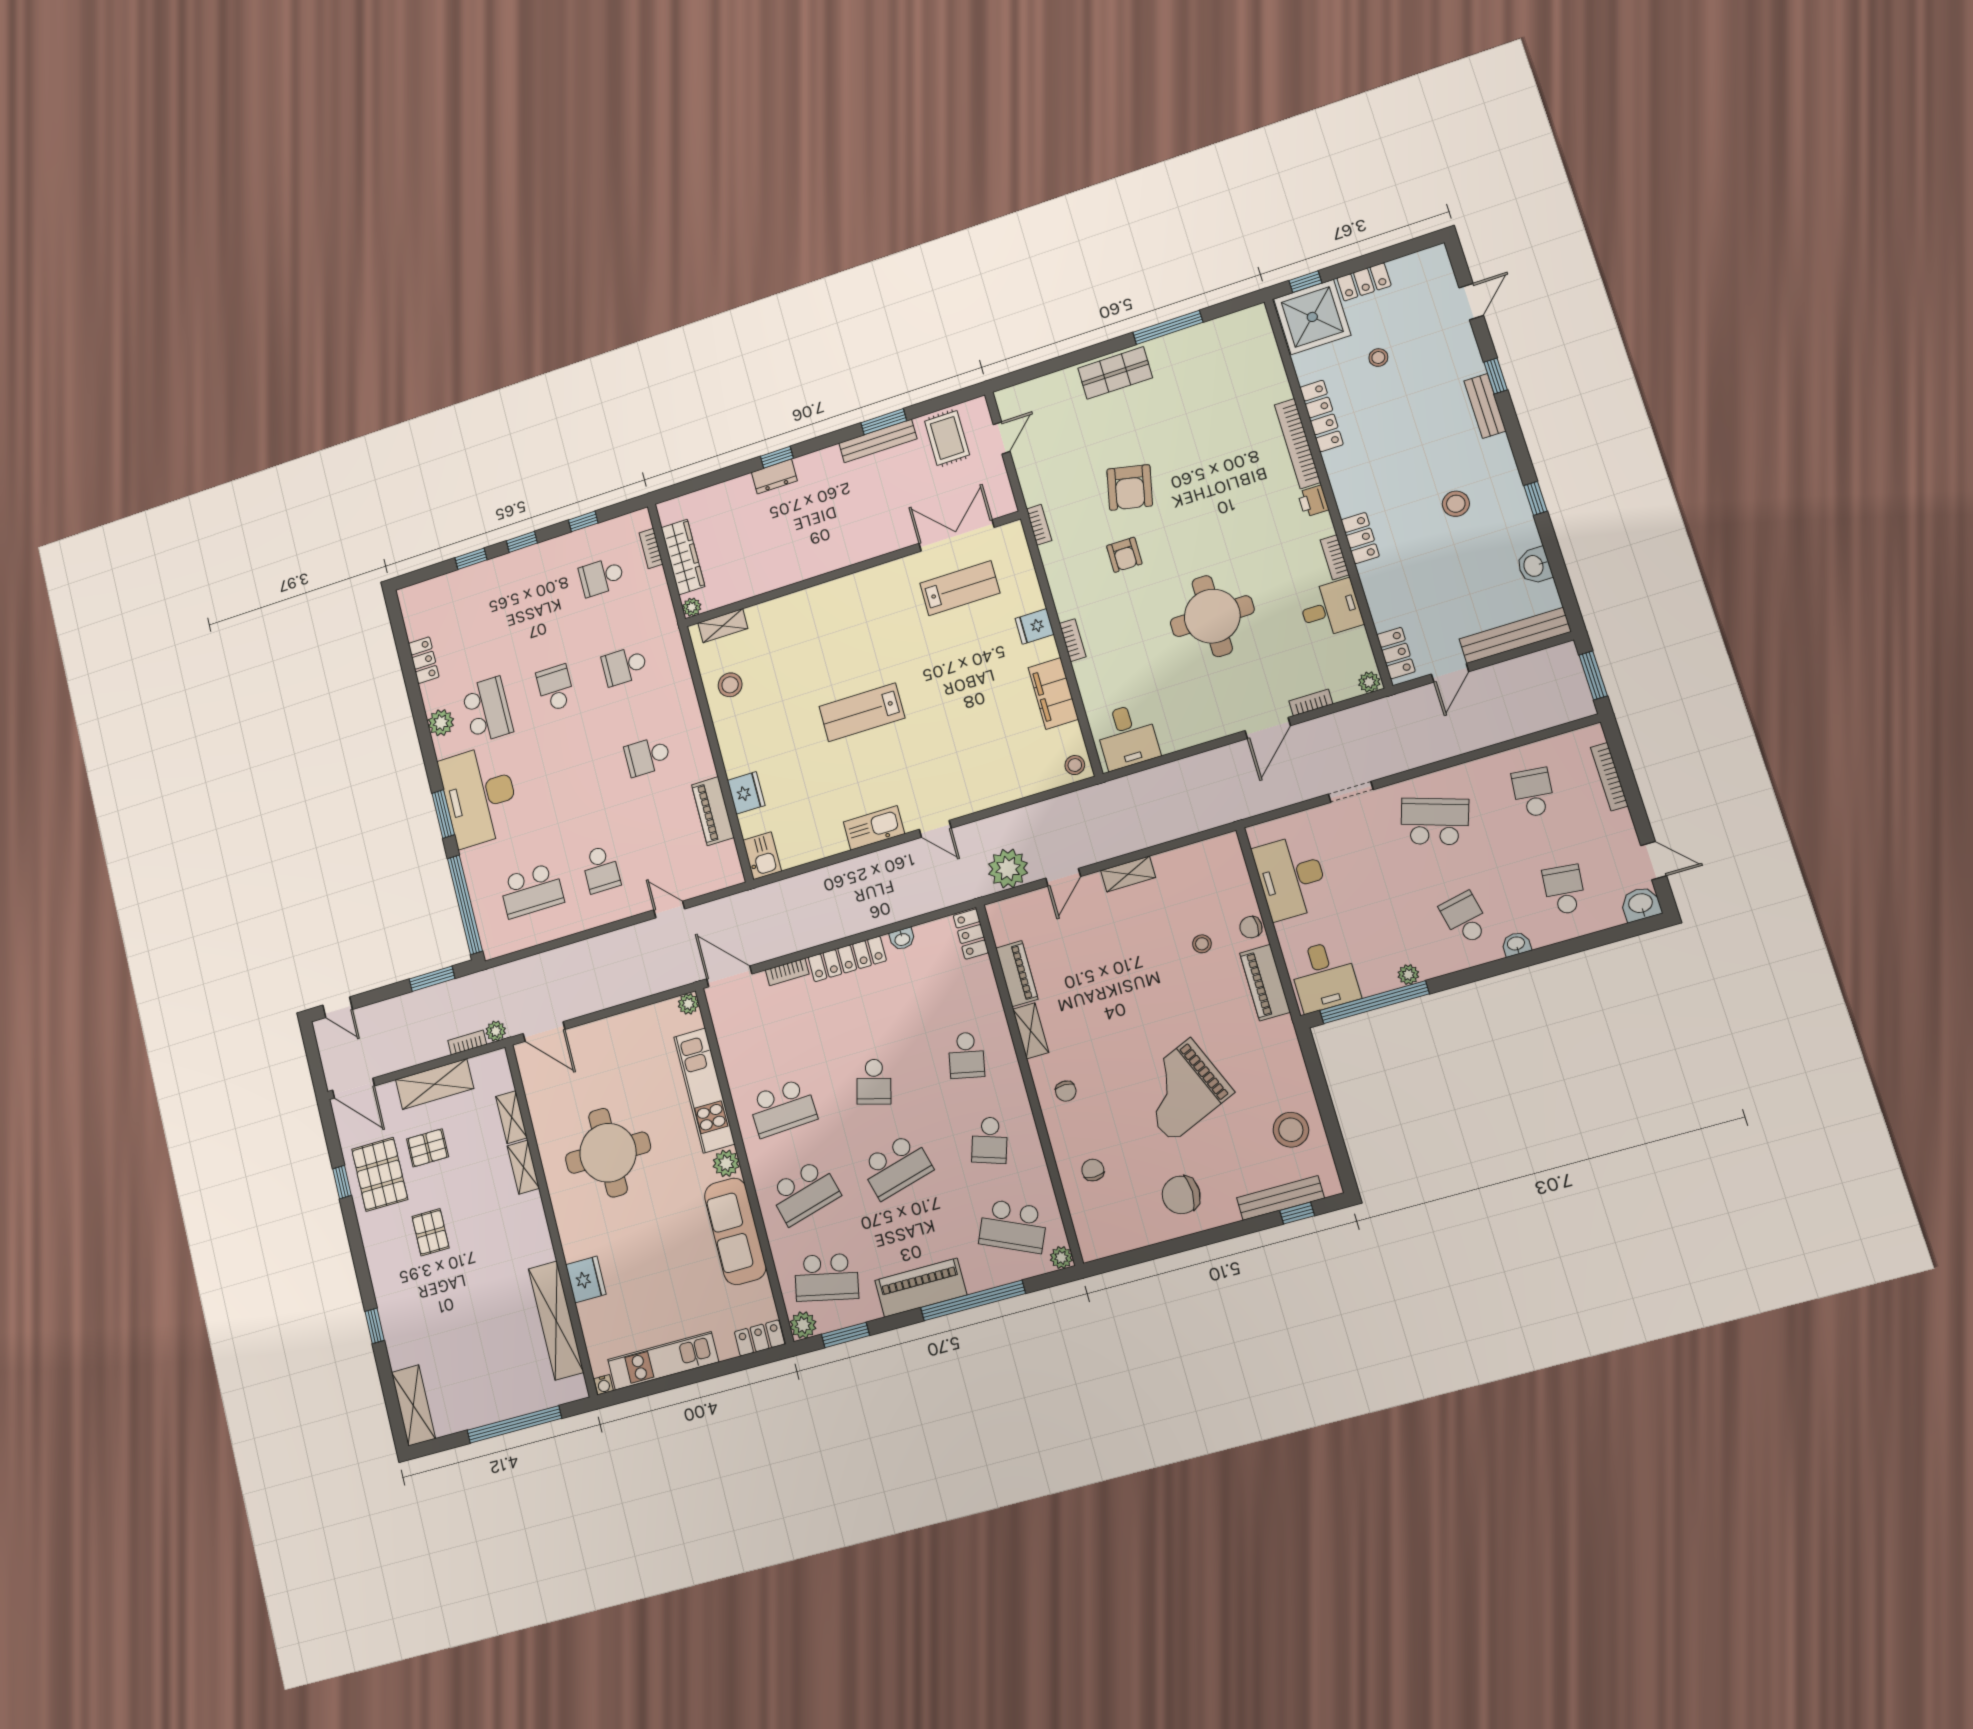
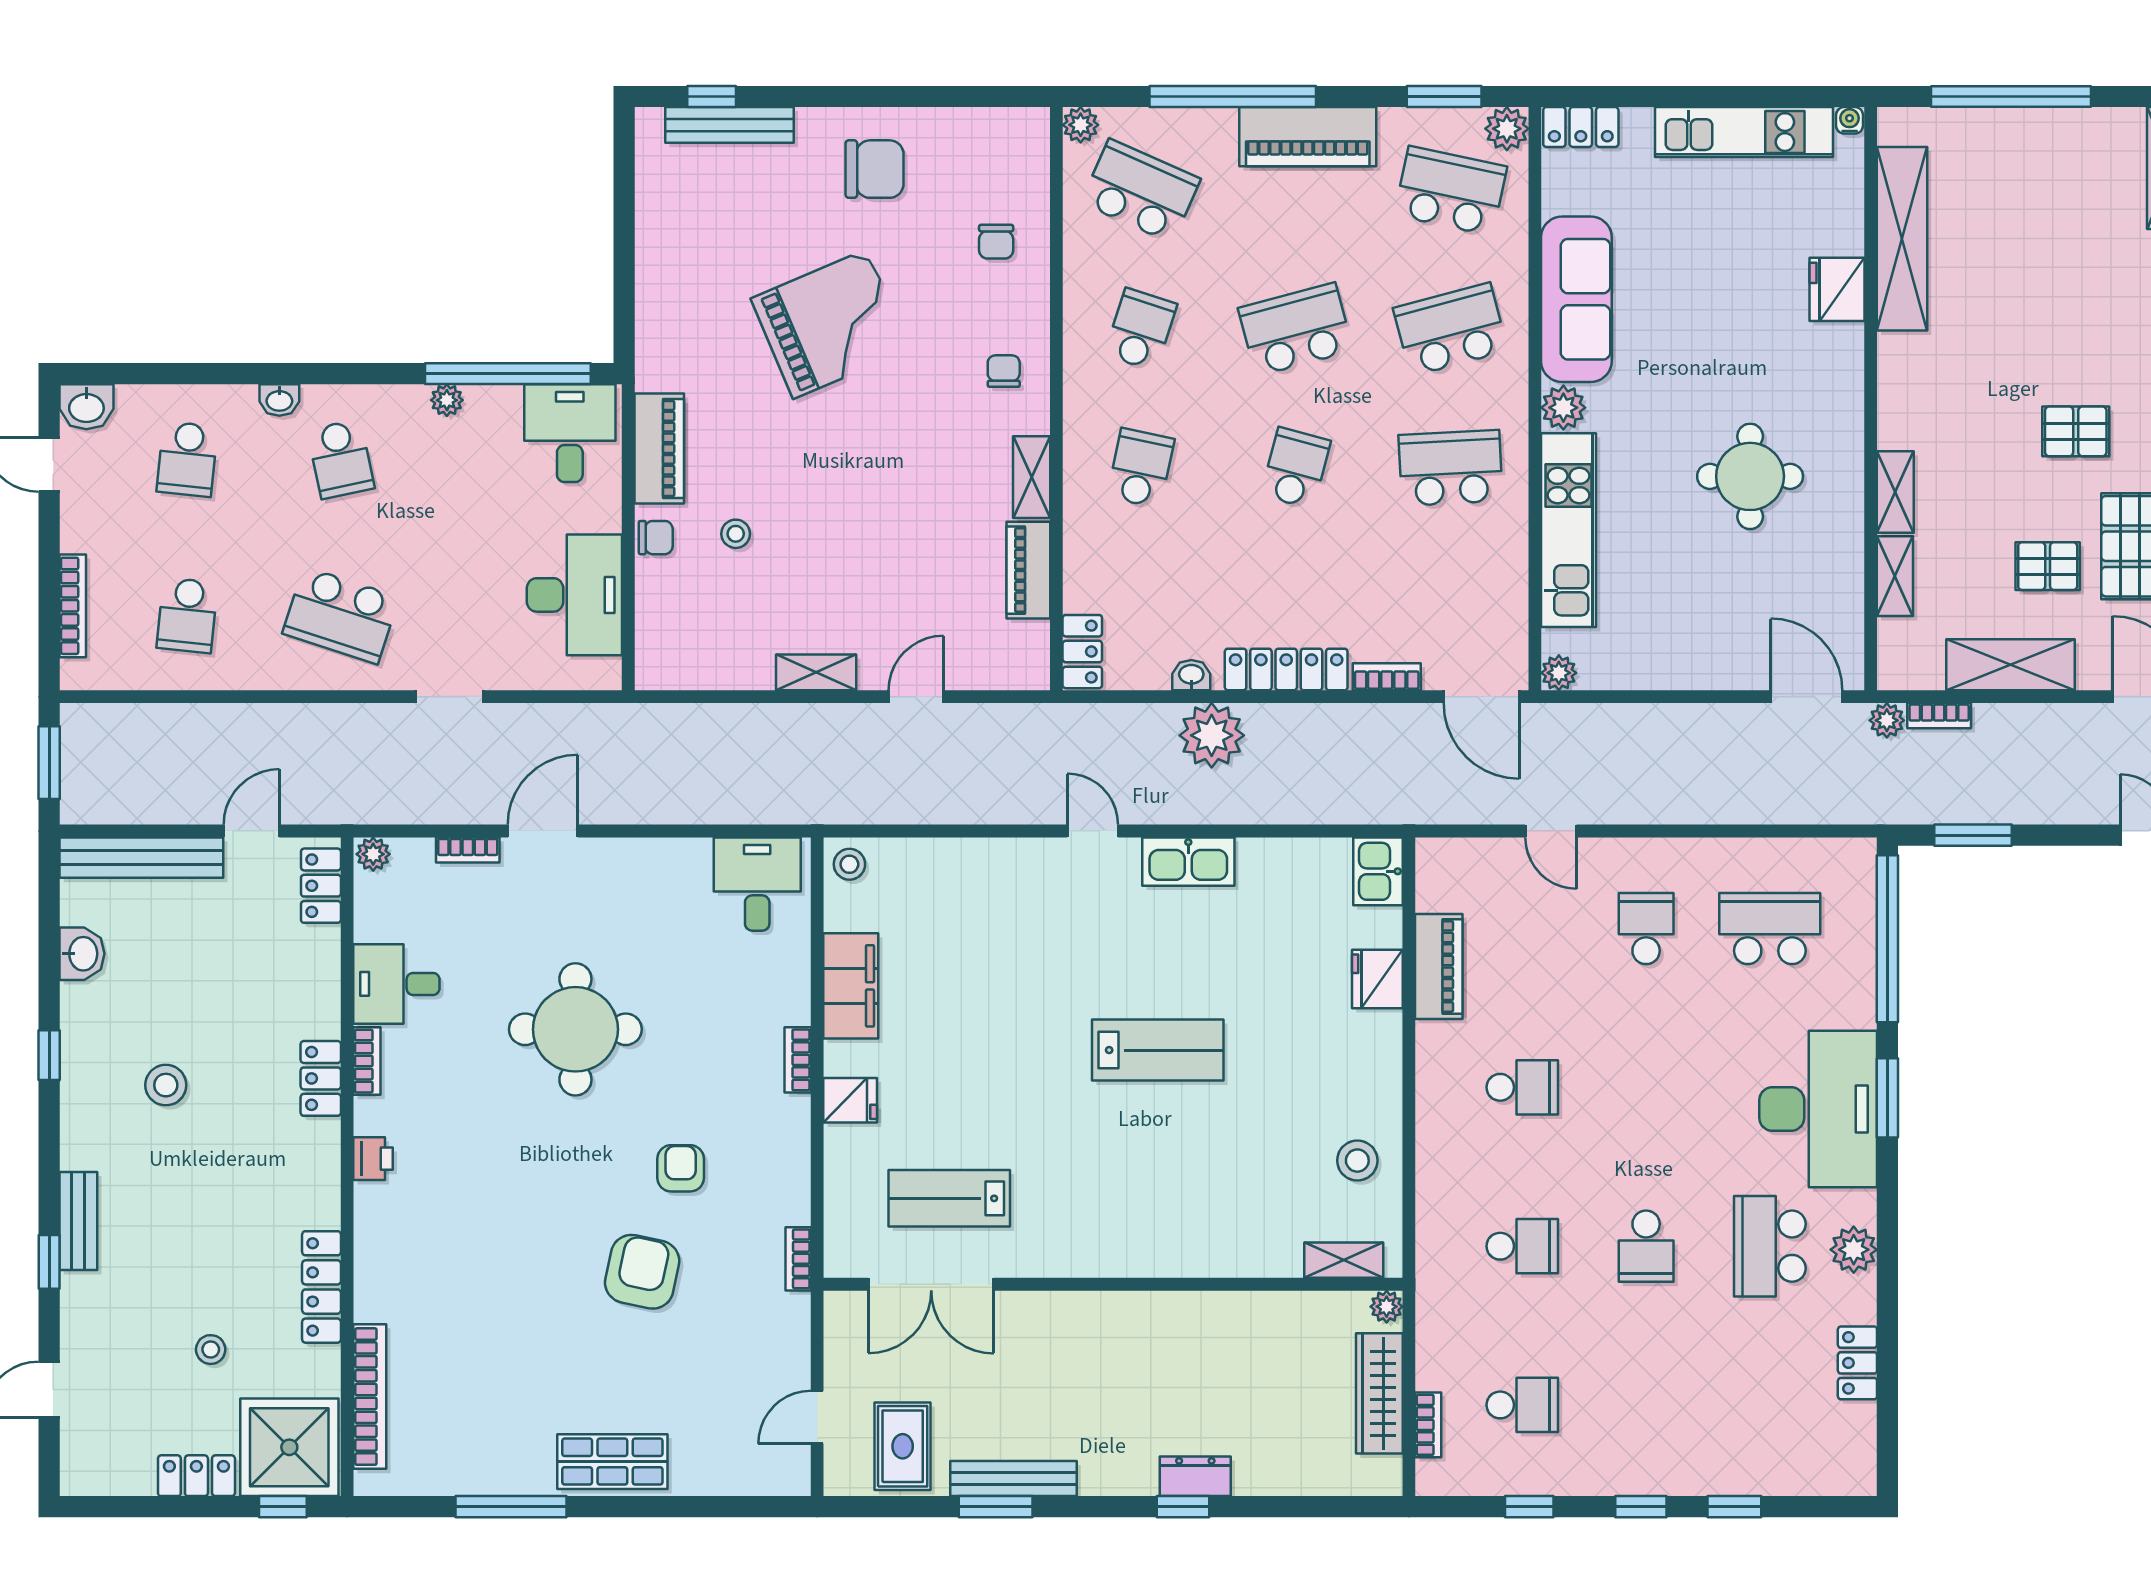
bookcase: (1298, 444) -> (370, 1397), moved
plant: (1008, 869) -> (1212, 735), moved
stool: (1291, 1130) -> (685, 221), removed
round table: (608, 1153) -> (1750, 476), width x0.73, depth x0.73
pallet: (431, 1232) -> (2076, 431), turned 90

